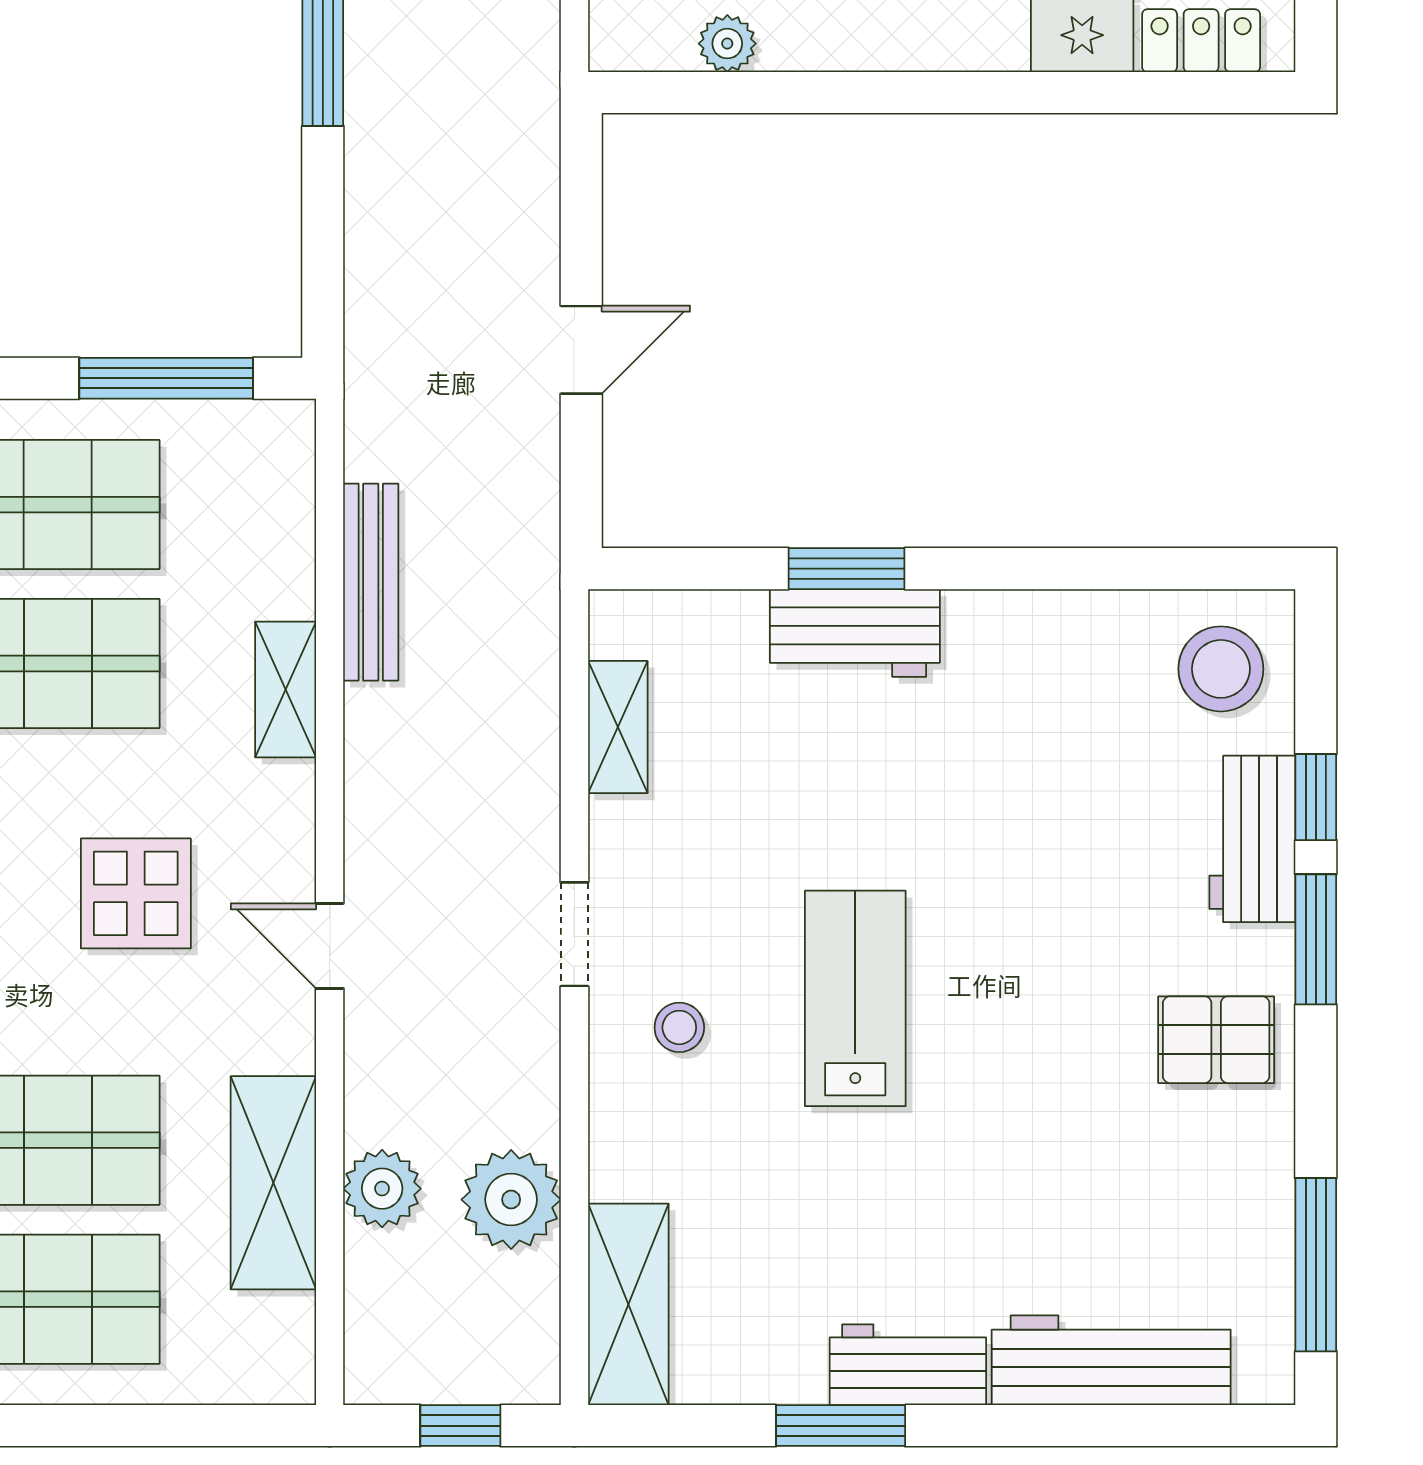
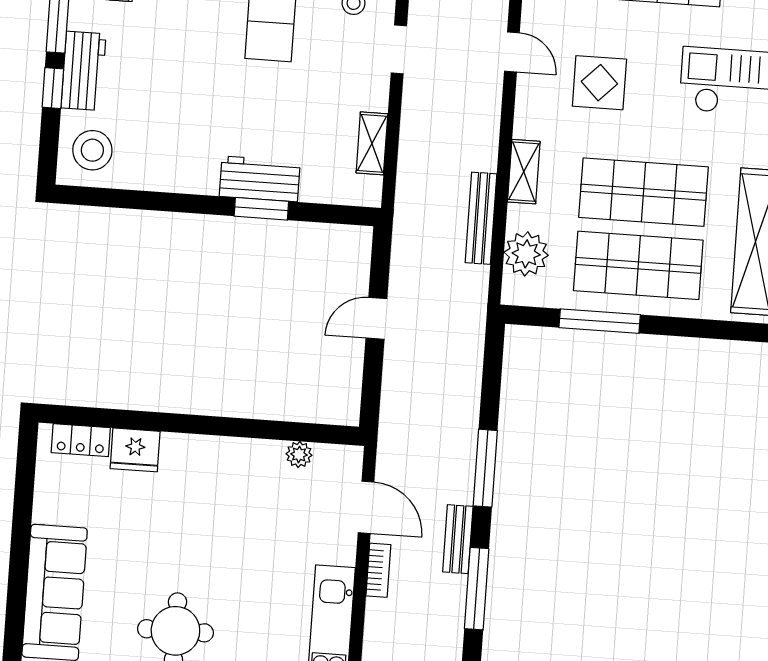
window: (166, 378) -> (600, 321), moved
plant: (268, 512) -> (526, 254), added

